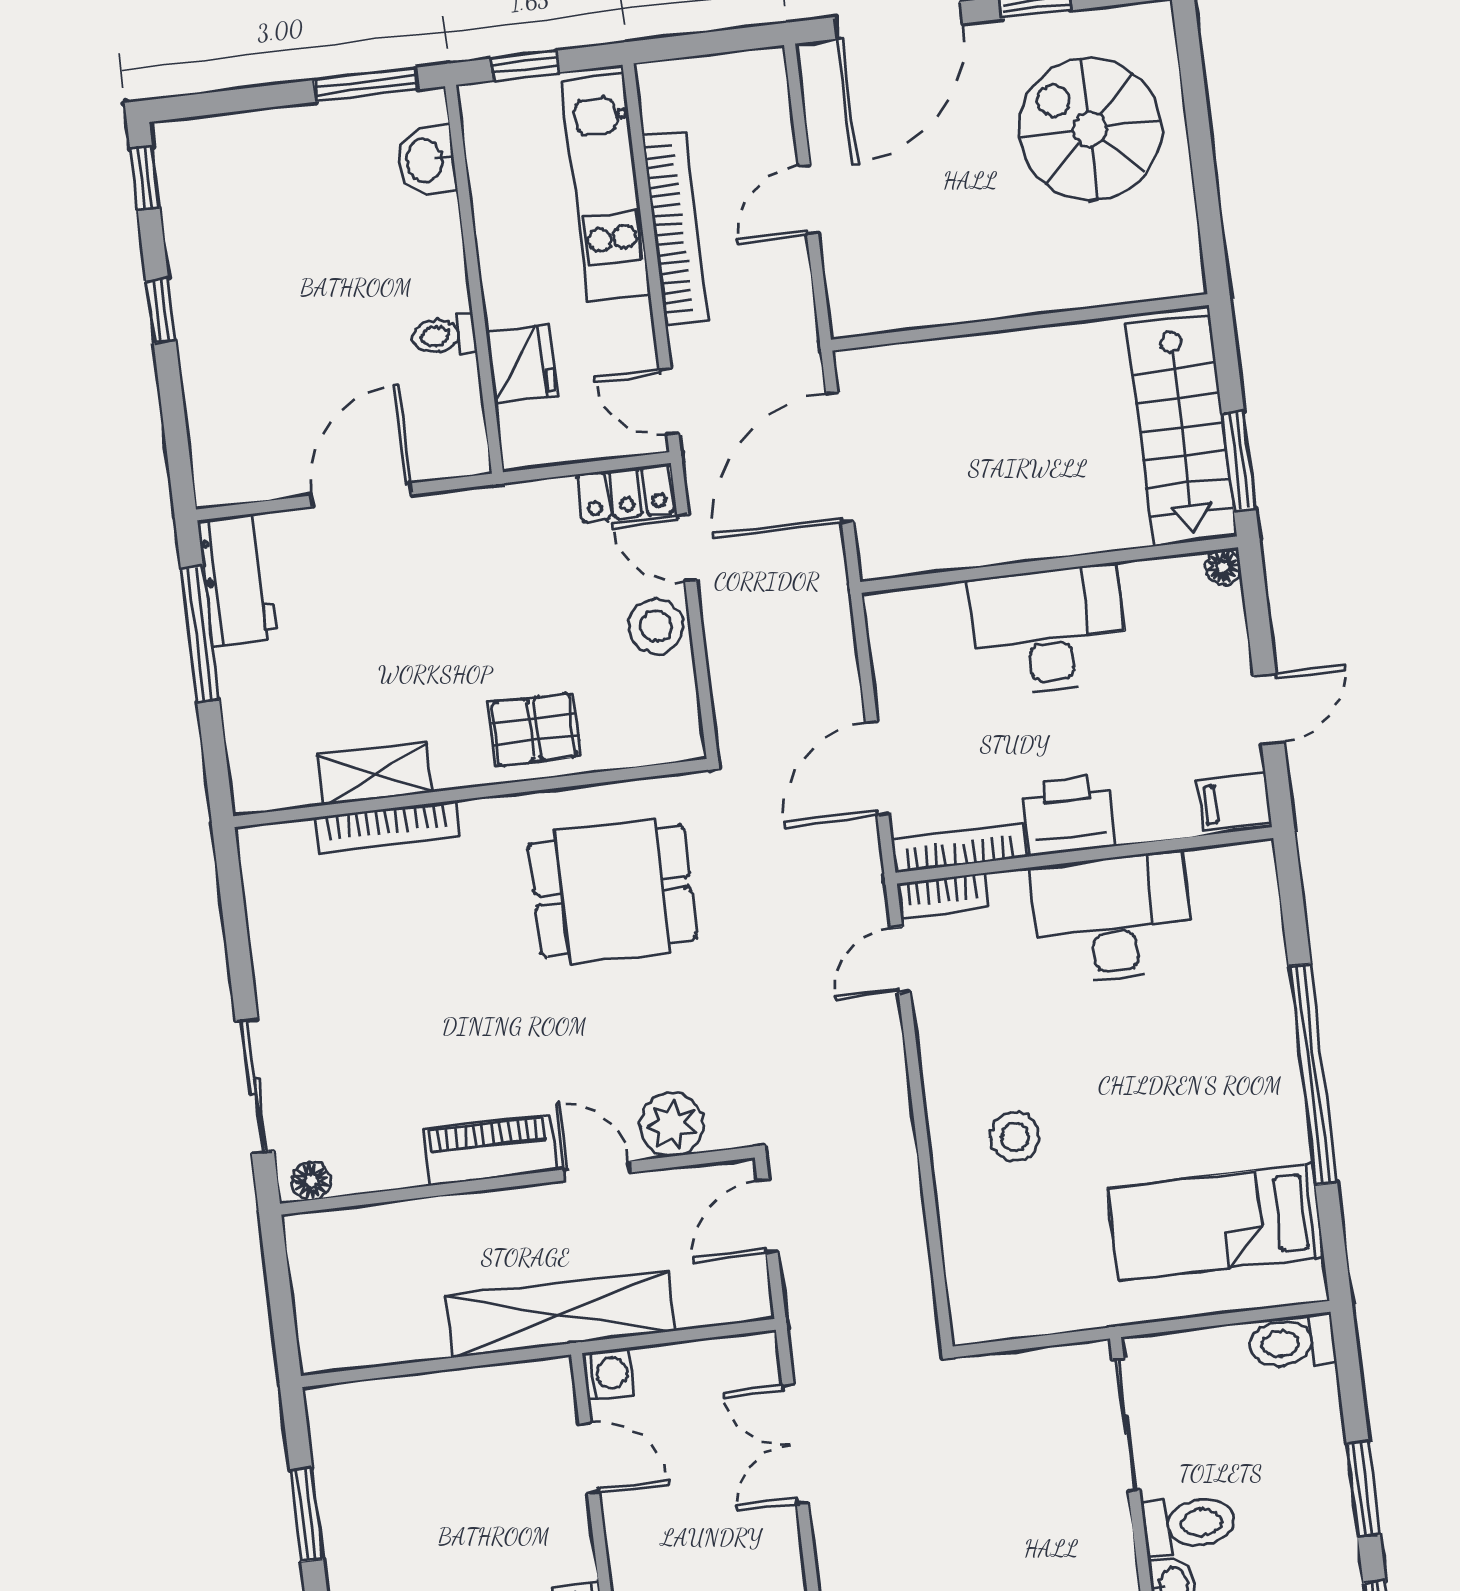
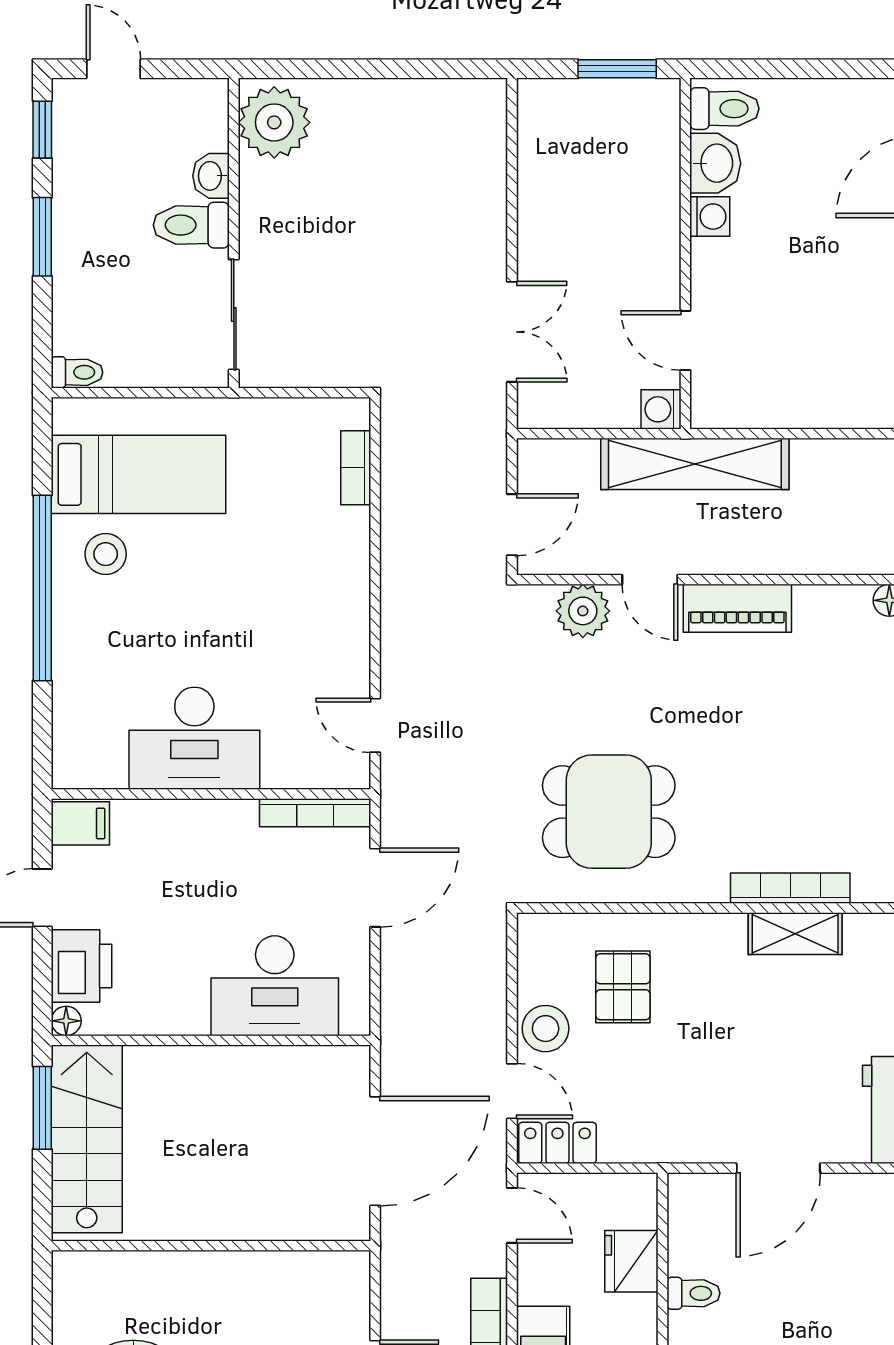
desk: (1048, 630) -> (275, 986), moved
pallet: (534, 729) -> (623, 987), moved, turned 90
printer: (1069, 816) -> (81, 966), moved, turned -90
bookcase: (943, 896) -> (356, 468), moved, turned -90
door: (900, 960) -> (375, 725), swing flipped
stool: (1015, 1137) -> (106, 554), moved
toilet: (1292, 1342) -> (77, 372), width x0.73, depth x0.72

